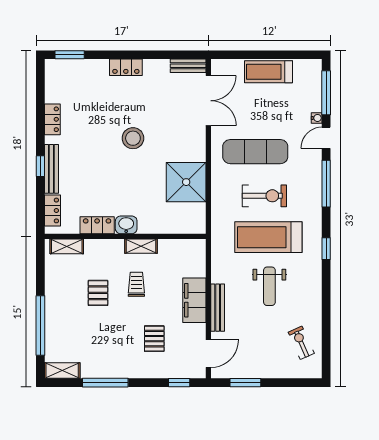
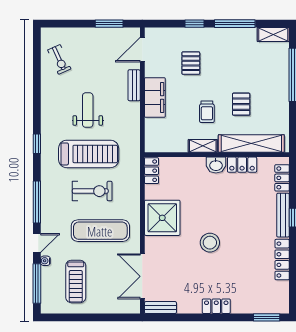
treadmill: (268, 72) -> (76, 281), moved, turned 90
locker: (52, 119) -> (282, 260), width x1.53
shower: (186, 182) -> (162, 218), moved
exercise bike: (264, 196) -> (92, 191), turned 180
locker: (198, 219) -> (151, 171), added
shelving: (67, 246) -> (251, 143), width x2.20, depth x1.33
bench: (218, 308) -> (134, 85), width x0.73
window: (179, 383) -> (194, 24), moved

